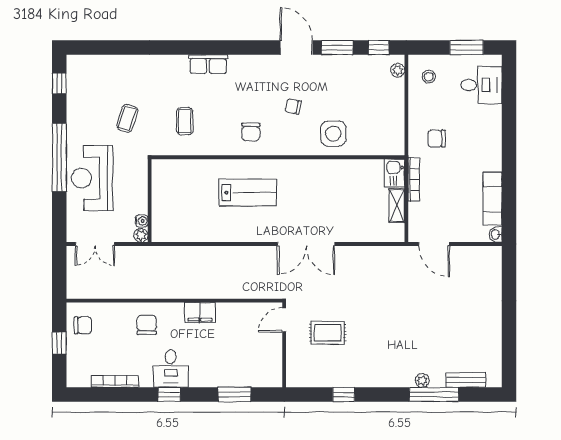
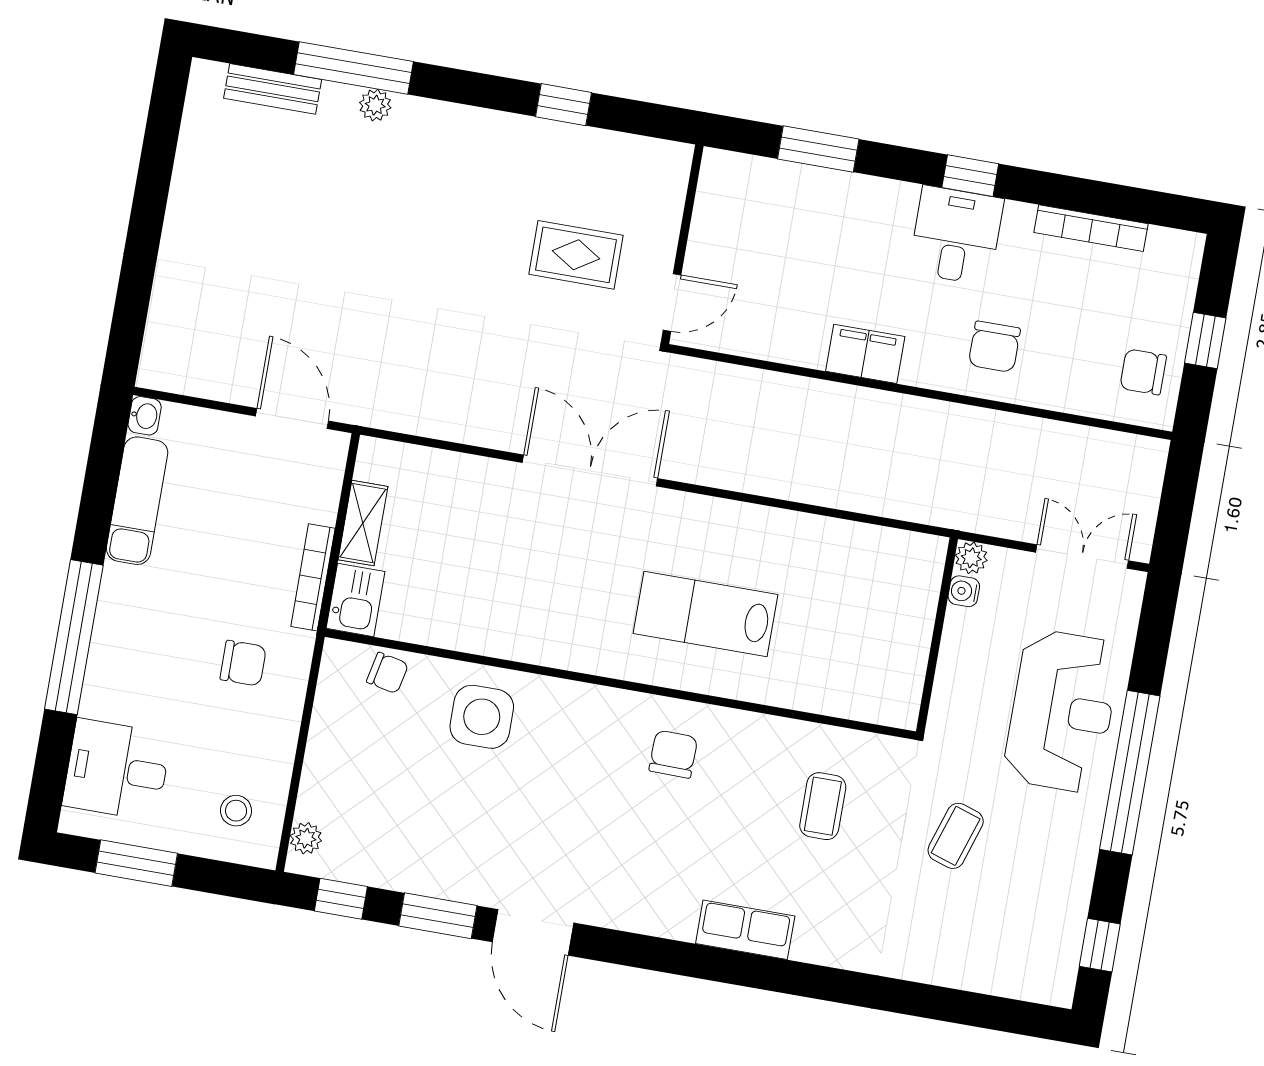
chair: (293, 106) -> (387, 673), moved
window: (509, 137) -> (74, 637), added

